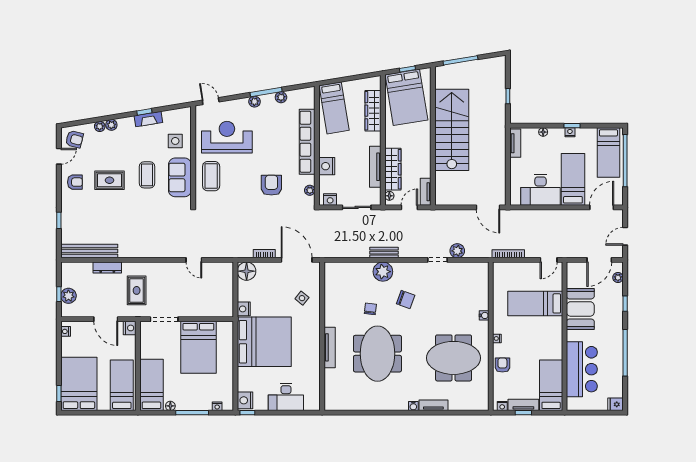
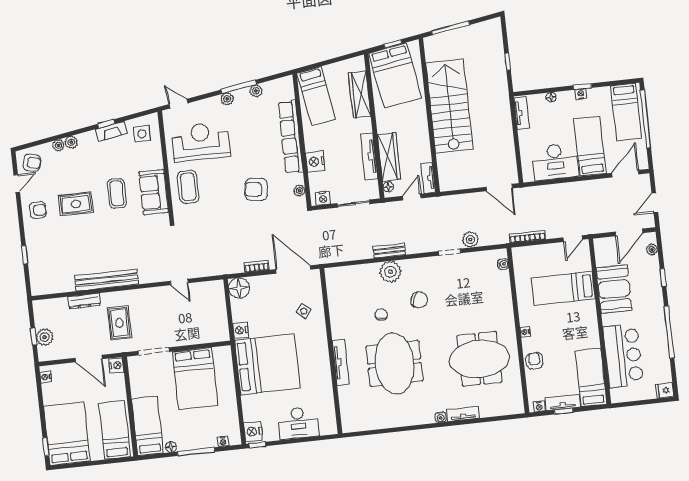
side table: (175, 141) -> (142, 134), moved
armchair: (271, 185) -> (256, 190), turned -82
bench: (89, 251) -> (106, 280), moved
water cooler: (484, 315) -> (503, 264), moved

